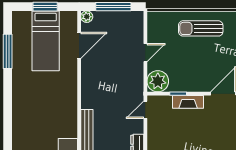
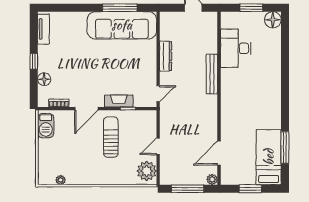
sun lounger: (201, 28) -> (111, 137), moved, turned -90
bed: (46, 41) -> (269, 157), moved
plant: (158, 81) -> (147, 171), moved

